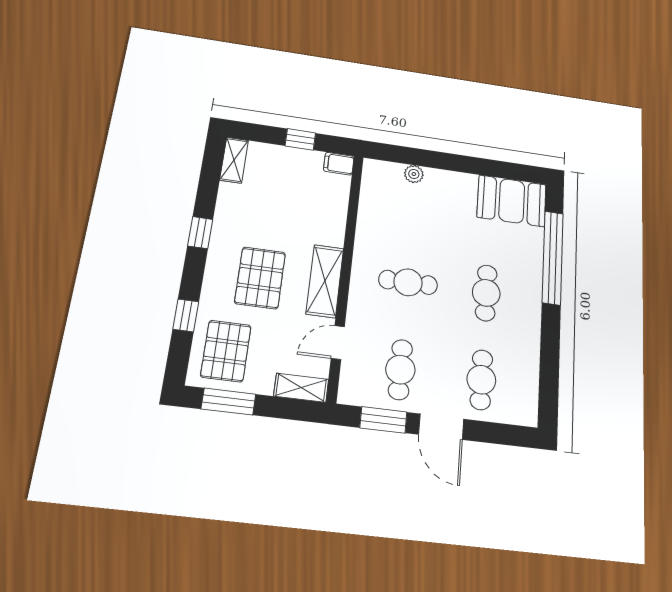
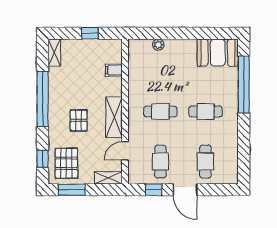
filing cabinet: (339, 164) -> (114, 70), moved
window: (200, 233) -> (43, 99), width x3.17
pallet: (260, 278) -> (79, 120), width x0.67, depth x0.71
cafe table: (486, 293) -> (205, 111), turned 90
window: (186, 315) -> (43, 159), moved
window: (383, 420) -> (154, 190), width x0.67

